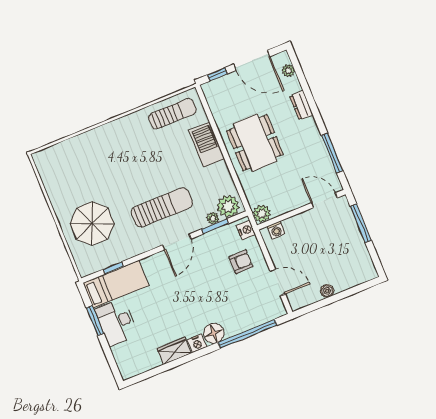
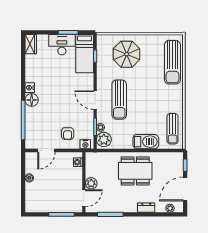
sun lounger: (77, 153) -> (172, 62), added
plant: (262, 214) -> (91, 183), moved
wardrobe: (174, 351) -> (31, 44), moved

